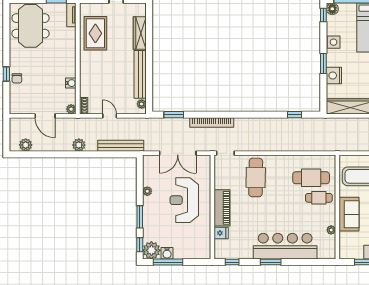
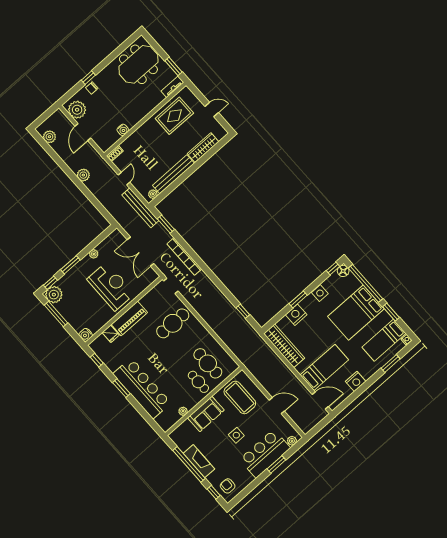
plant: (71, 109) -> (77, 110), moved, width x1.87, depth x1.87
bench: (121, 146) -> (140, 208), moved
reception desk: (184, 200) -> (111, 286), turned 90
water cooler: (167, 253) -> (86, 335), moved

